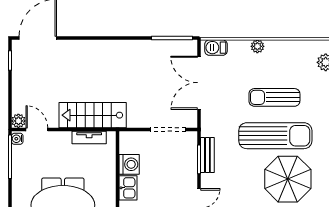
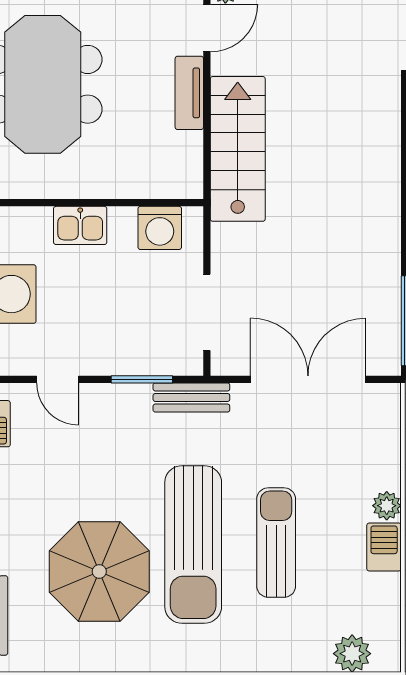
barbecue: (216, 48) -> (384, 547), moved
tv unit: (89, 137) -> (189, 93), moved
bench: (207, 155) -> (191, 397), moved
washing machine: (129, 164) -> (160, 228), moved

